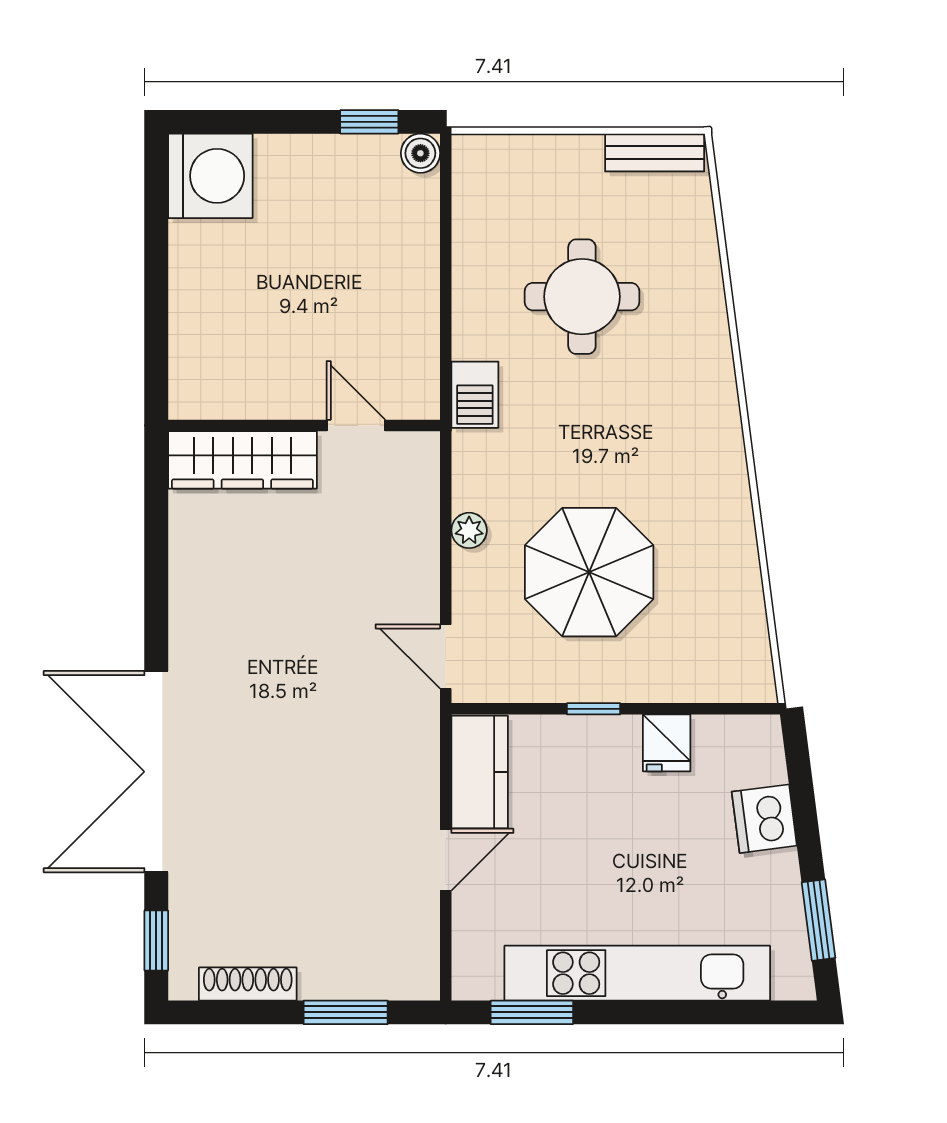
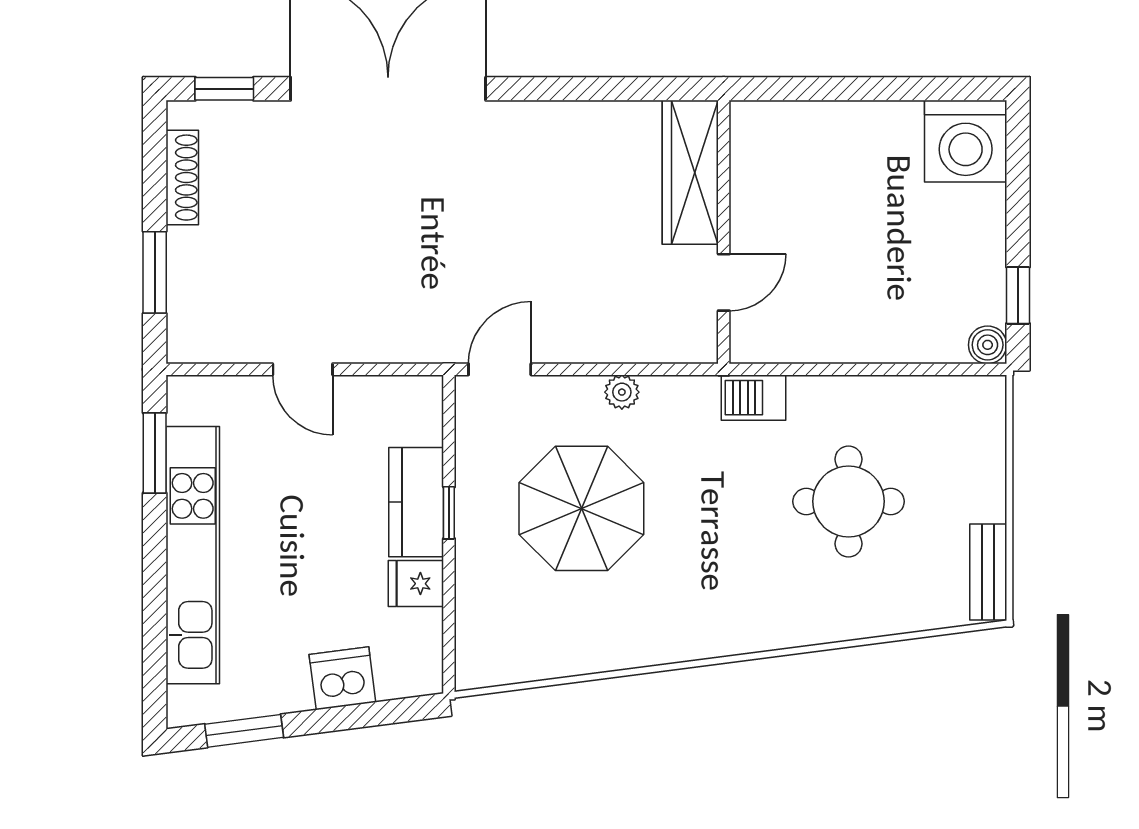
kitchen counter: (480, 772) -> (416, 502), moved, turned 90

